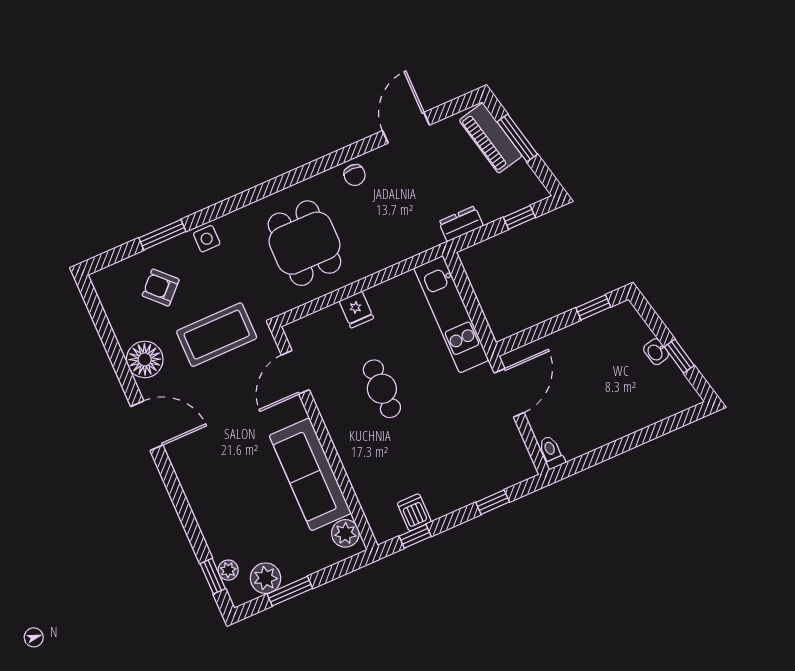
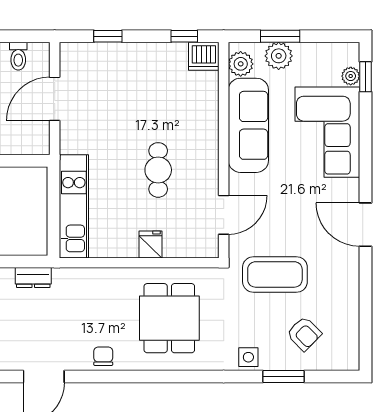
floor lamp: (145, 359) -> (343, 280), removed
door: (509, 393) -> (55, 99), moved
toilet: (551, 452) -> (18, 56), moved
corner sofa: (227, 503) -> (327, 132), added
dishwasher: (414, 512) -> (204, 56), moved, width x1.38
plant: (266, 578) -> (279, 56), moved
window: (290, 591) -> (280, 36), moved

